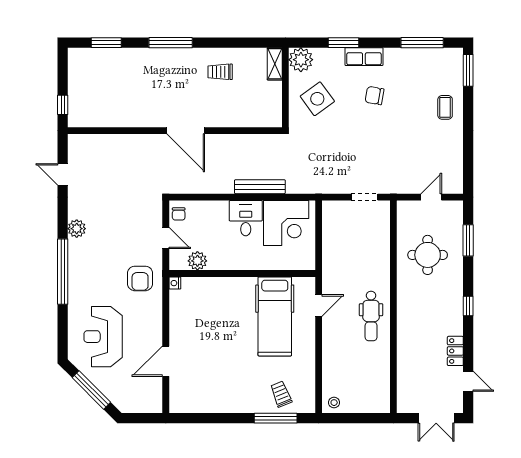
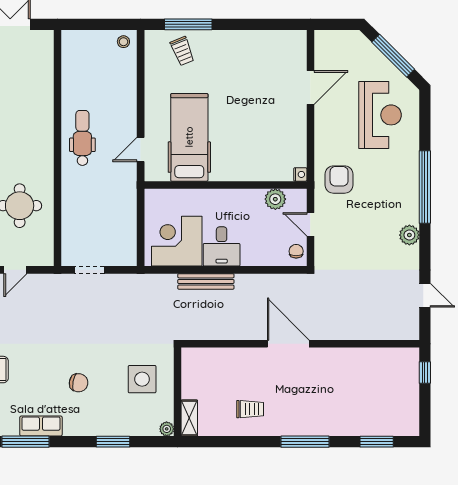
row of seats: (364, 57) -> (41, 426), moved
plant: (301, 60) -> (167, 429), width x0.53, depth x0.53
side table: (317, 99) -> (142, 379), turned 36

